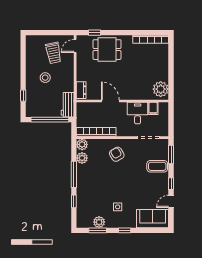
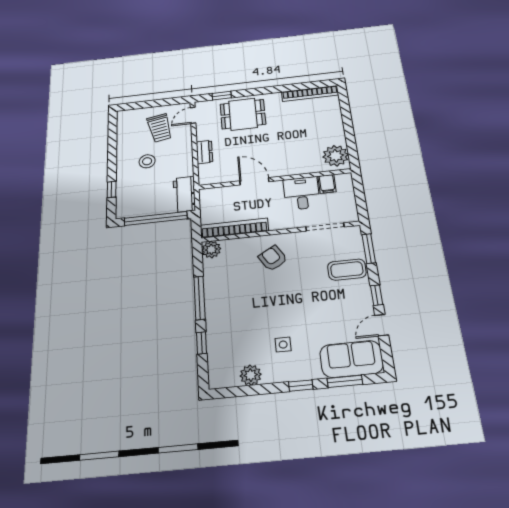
dresser: (81, 90) -> (204, 152), moved
plant: (82, 158) -> (212, 270), removed
window: (98, 230) -> (345, 381), moved

